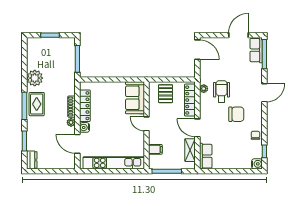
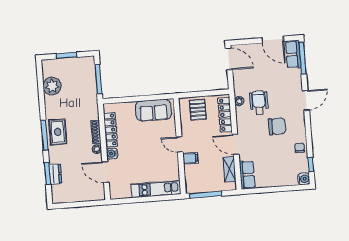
door: (239, 35) -> (273, 40), swing flipped
plant: (35, 78) -> (52, 86), moved
sofa: (135, 98) -> (153, 110), moved, turned -90
filing cabinet: (155, 149) -> (190, 158), moved
dresser: (32, 160) -> (55, 174), moved
kitchen unit: (114, 163) -> (156, 189), width x0.73

